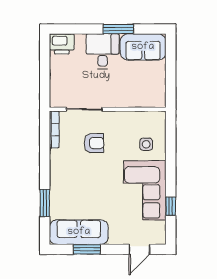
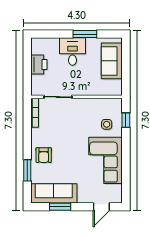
printer: (62, 44) -> (39, 64), moved, turned -90
sofa: (143, 47) -> (112, 61), moved, turned 90
armchair: (94, 143) -> (44, 155), moved, turned 90
window: (171, 206) -> (126, 120), moved

